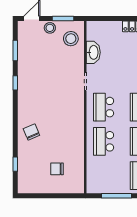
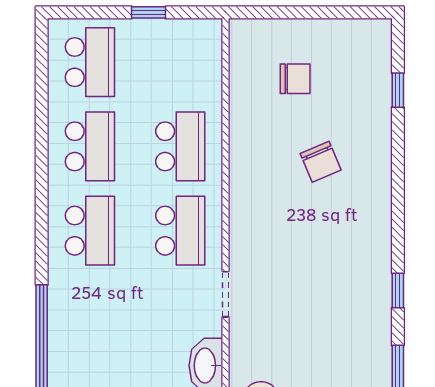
chair: (31, 132) -> (321, 162), moved
window: (117, 196) -> (149, 12), width x0.46

